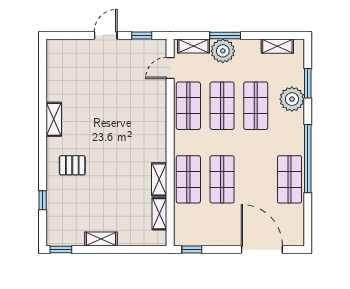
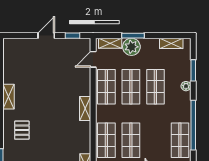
plant: (292, 99) -> (186, 86), width x0.53, depth x0.53
pallet: (72, 165) -> (22, 130), turned 90
shelving: (159, 179) -> (85, 109), moved

